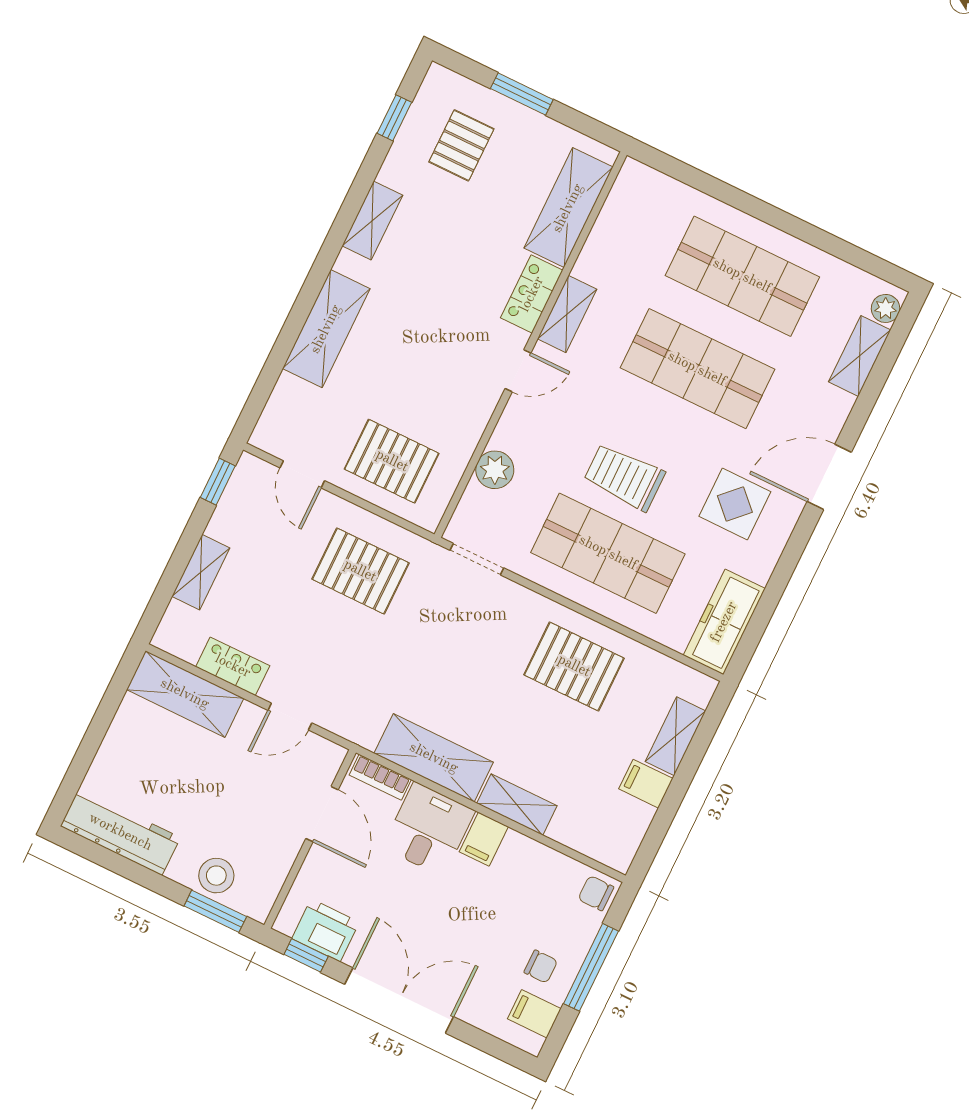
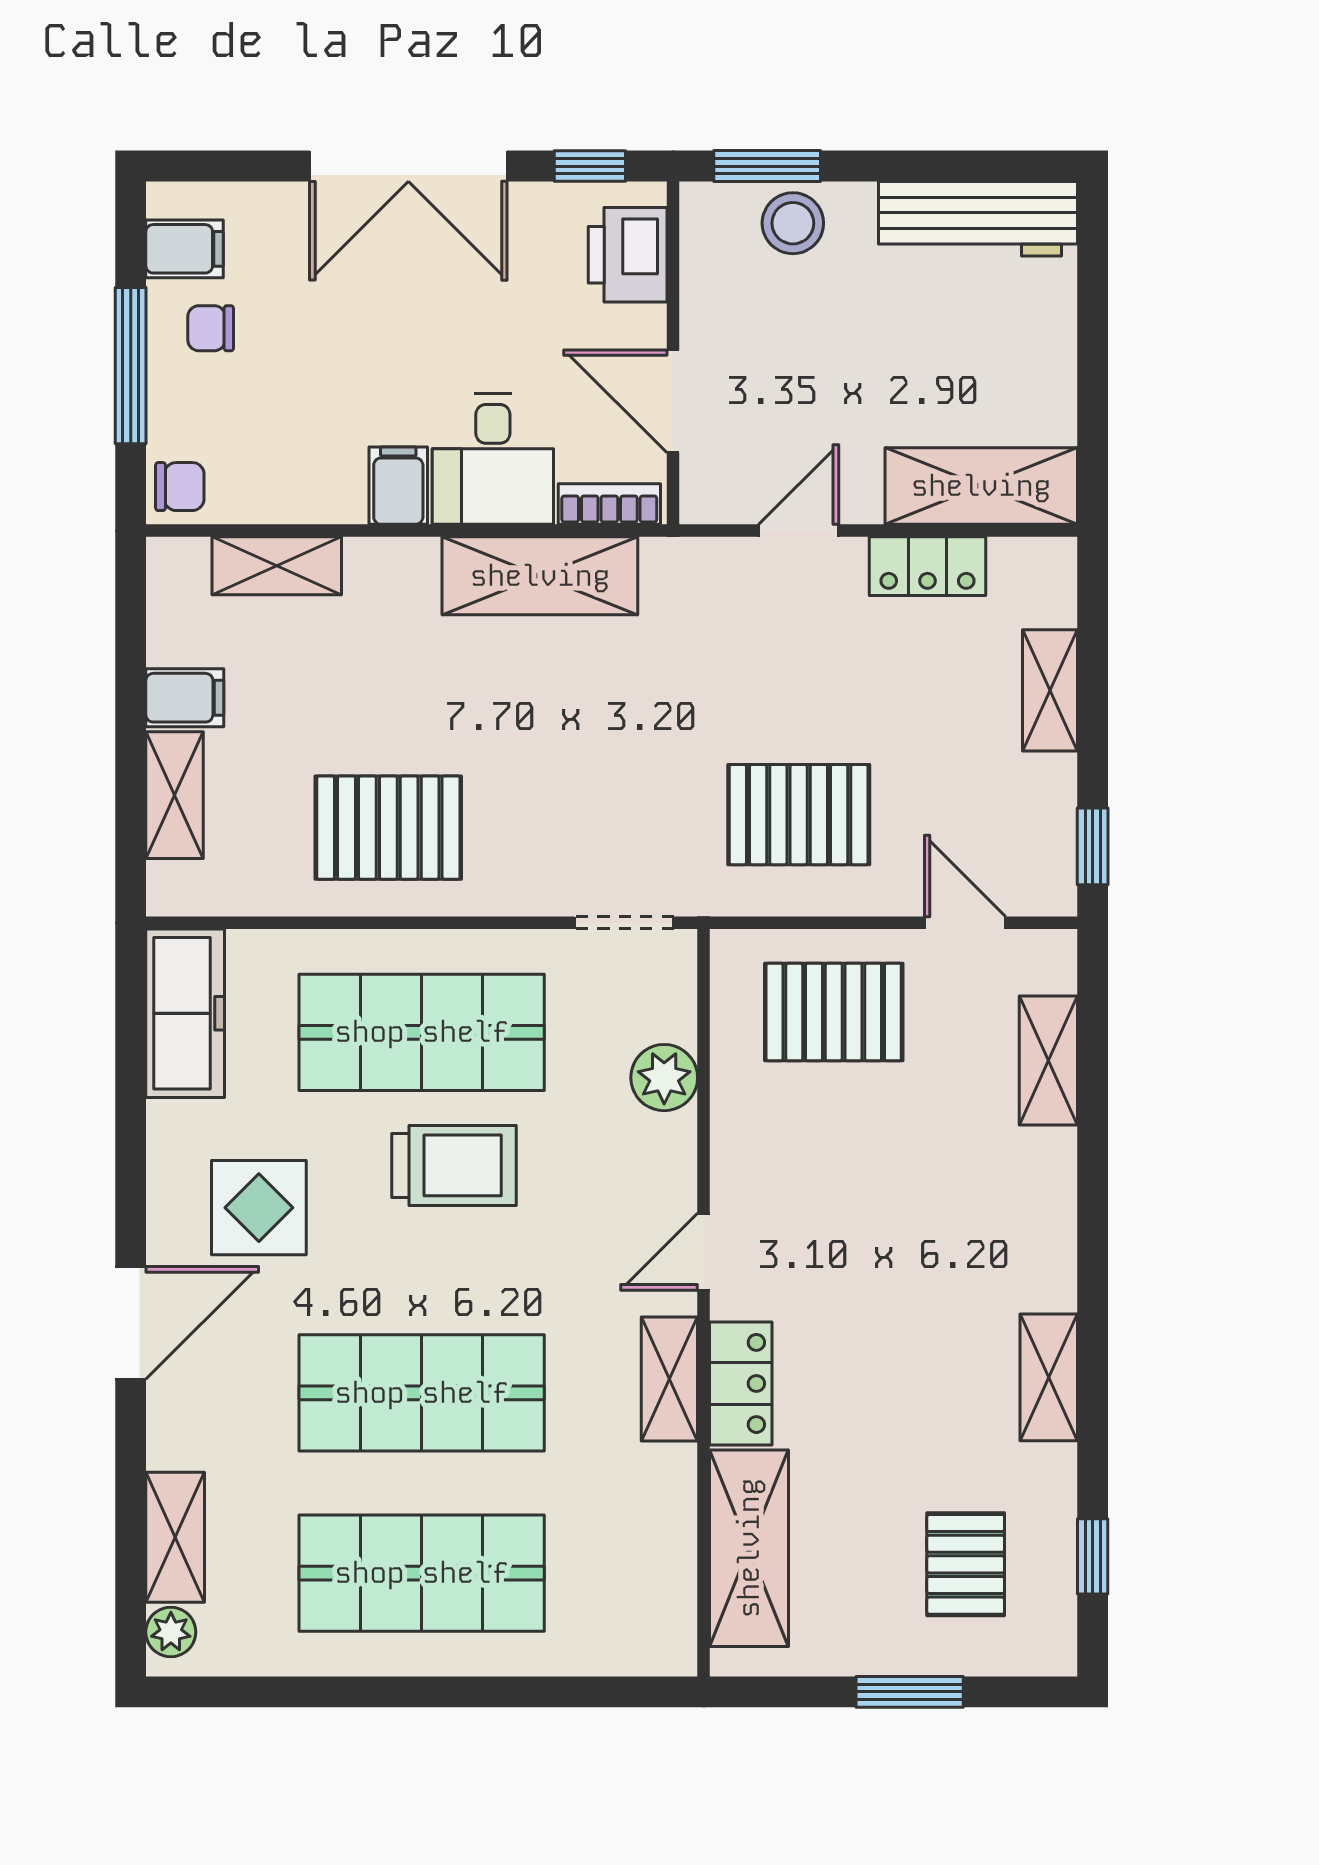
shelving: (326, 329) -> (1048, 1061), moved, width x0.67, depth x0.75
shelving: (517, 805) -> (277, 566), moved
printer: (326, 930) -> (628, 255), moved, turned 90

